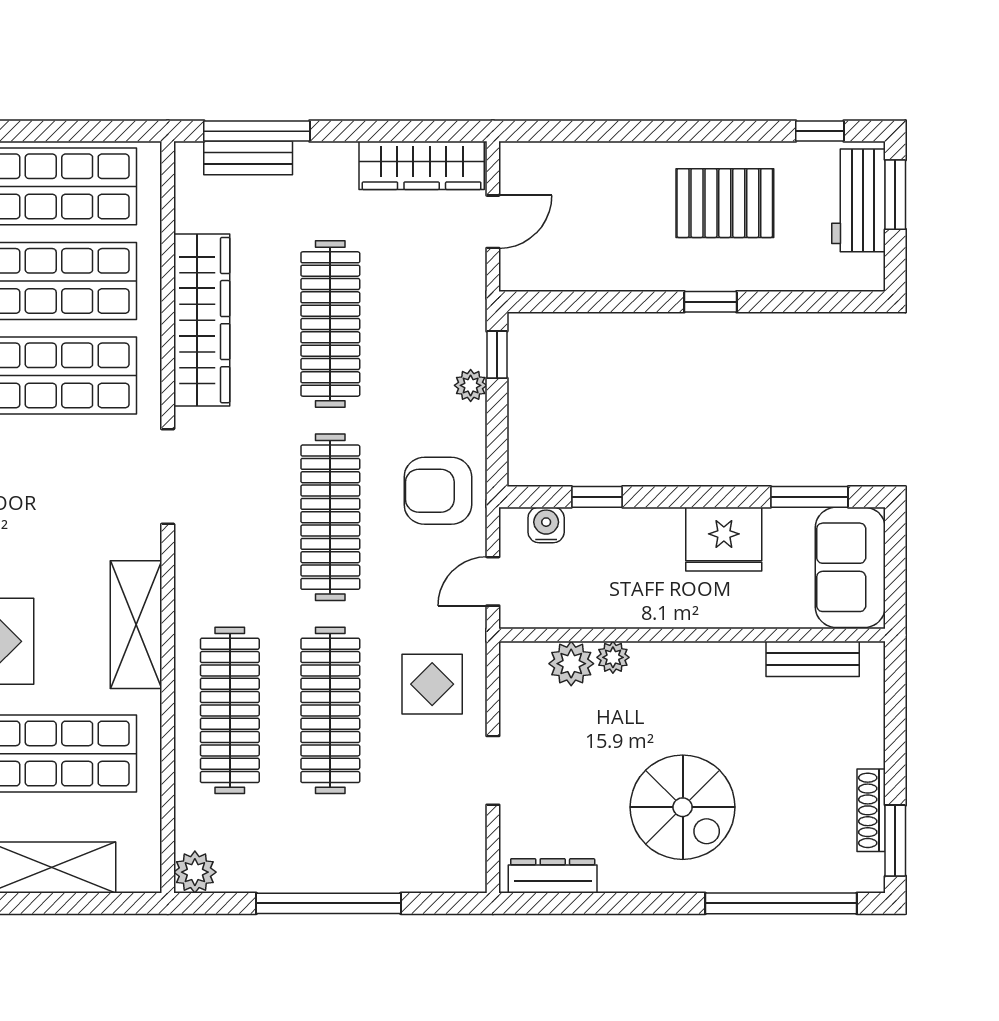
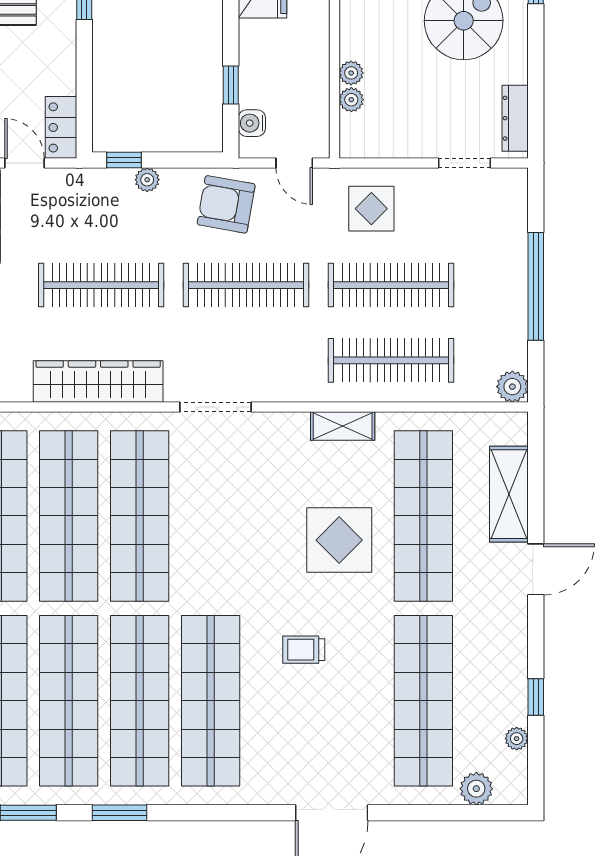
locker: (540, 271) -> (61, 127), added
armchair: (438, 491) -> (226, 204), turned 100
shelving: (136, 625) -> (343, 426), width x0.67, depth x0.75
plant: (571, 664) -> (351, 100), width x0.73, depth x0.73
doorway: (493, 770) -> (464, 163), moved

